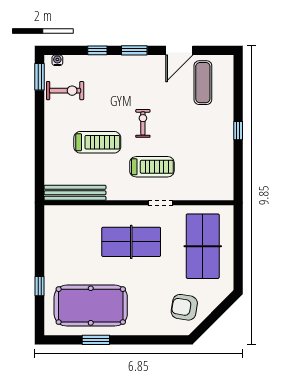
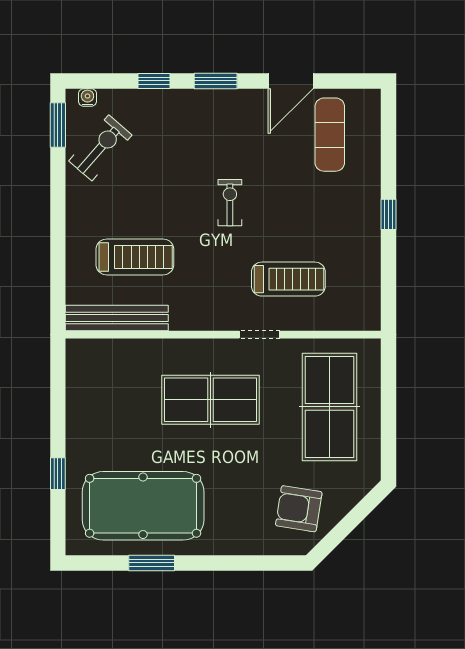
exercise bike: (65, 91) -> (100, 148), turned -49
treadmill: (97, 142) -> (135, 257), moved
treadmill: (152, 167) -> (288, 279), moved

